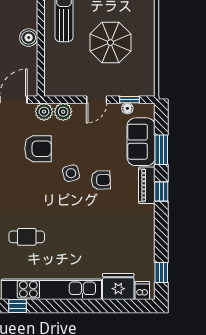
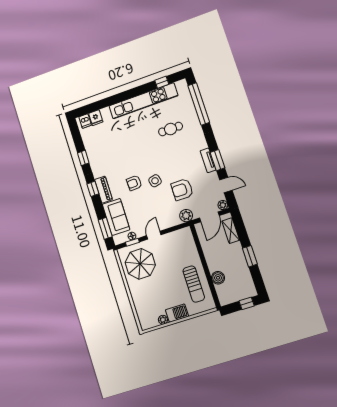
boiler: (29, 38) -> (218, 278), moved
parasol: (110, 42) -> (140, 264), moved
plant: (63, 112) -> (173, 220), removed
window: (161, 150) -> (105, 228), moved
window: (161, 273) -> (83, 158), moved
fridge: (118, 286) -> (96, 118), width x0.53, depth x0.75

